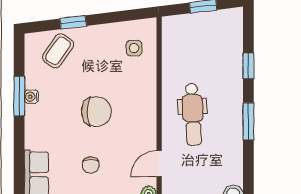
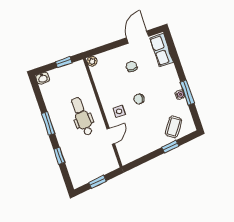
side table: (134, 48) -> (119, 111), moved
chair: (96, 112) -> (139, 99), width x0.54, depth x0.54
door: (159, 164) -> (111, 136), moved

